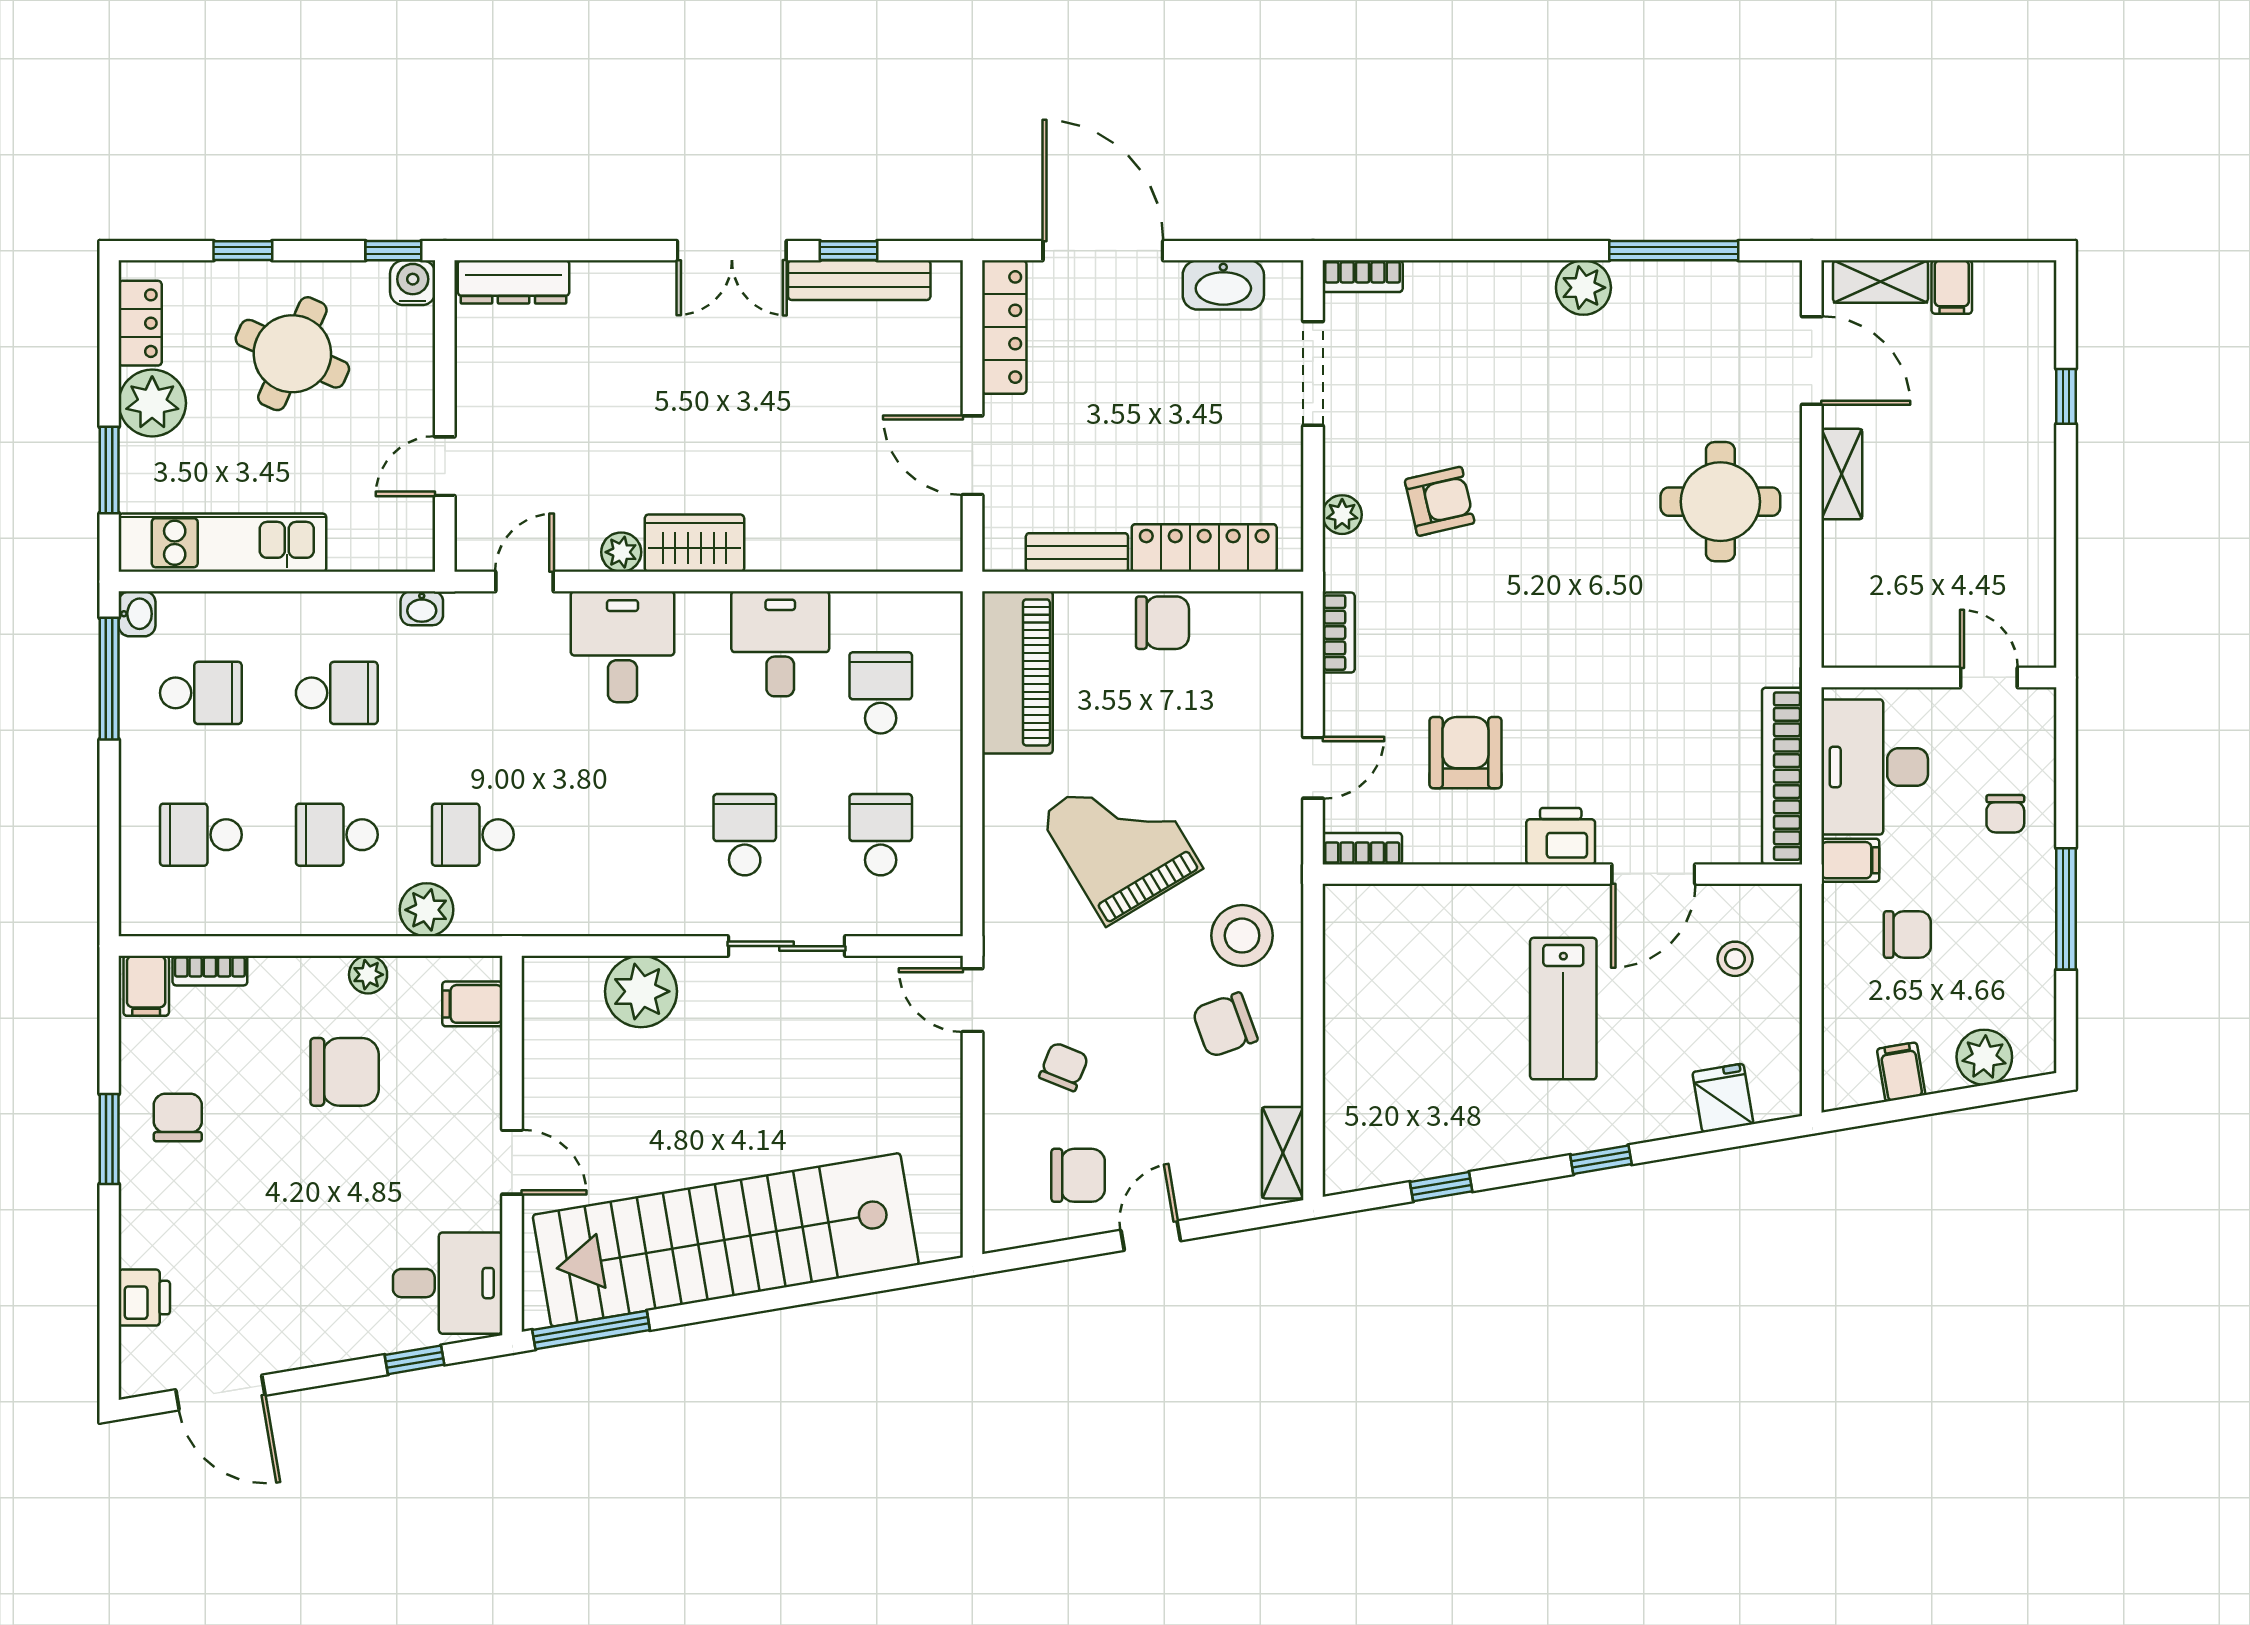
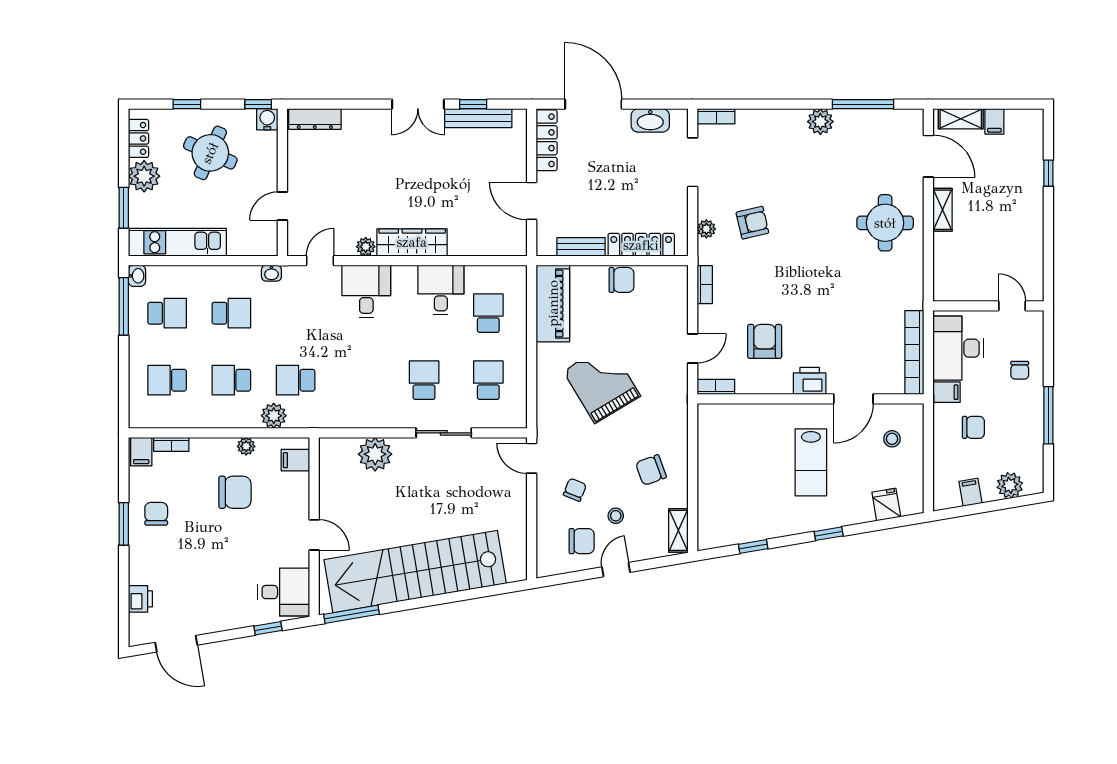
wardrobe: (694, 543) -> (412, 242), width x1.50
stool: (1242, 936) -> (616, 516), moved, width x0.53, depth x0.53

